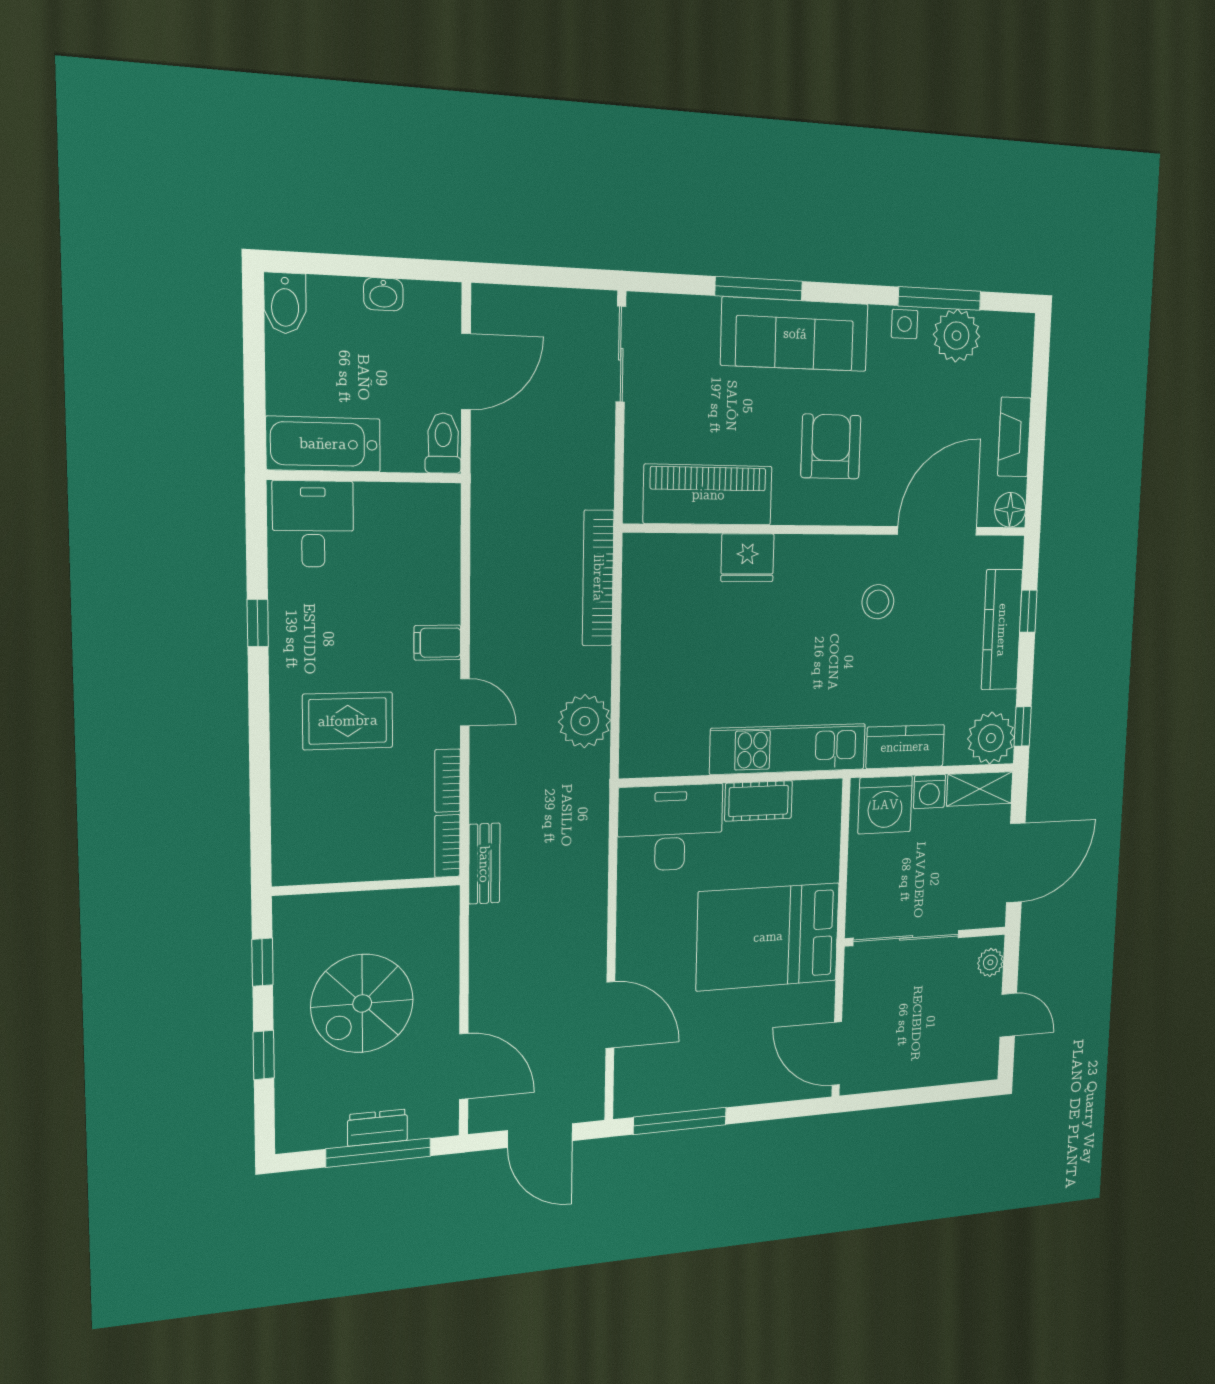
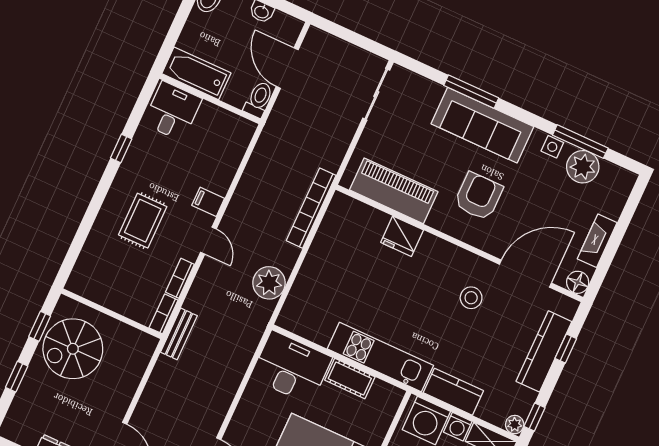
door: (466, 372) -> (287, 68), swing flipped
rug: (348, 721) -> (143, 221), turned 90
plant: (991, 738) -> (515, 425), width x0.53, depth x0.53
spiral stairs: (362, 1003) -> (73, 349), moved

